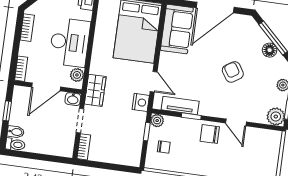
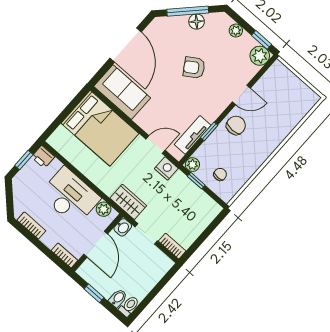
chair: (210, 134) -> (236, 125), turned 180

